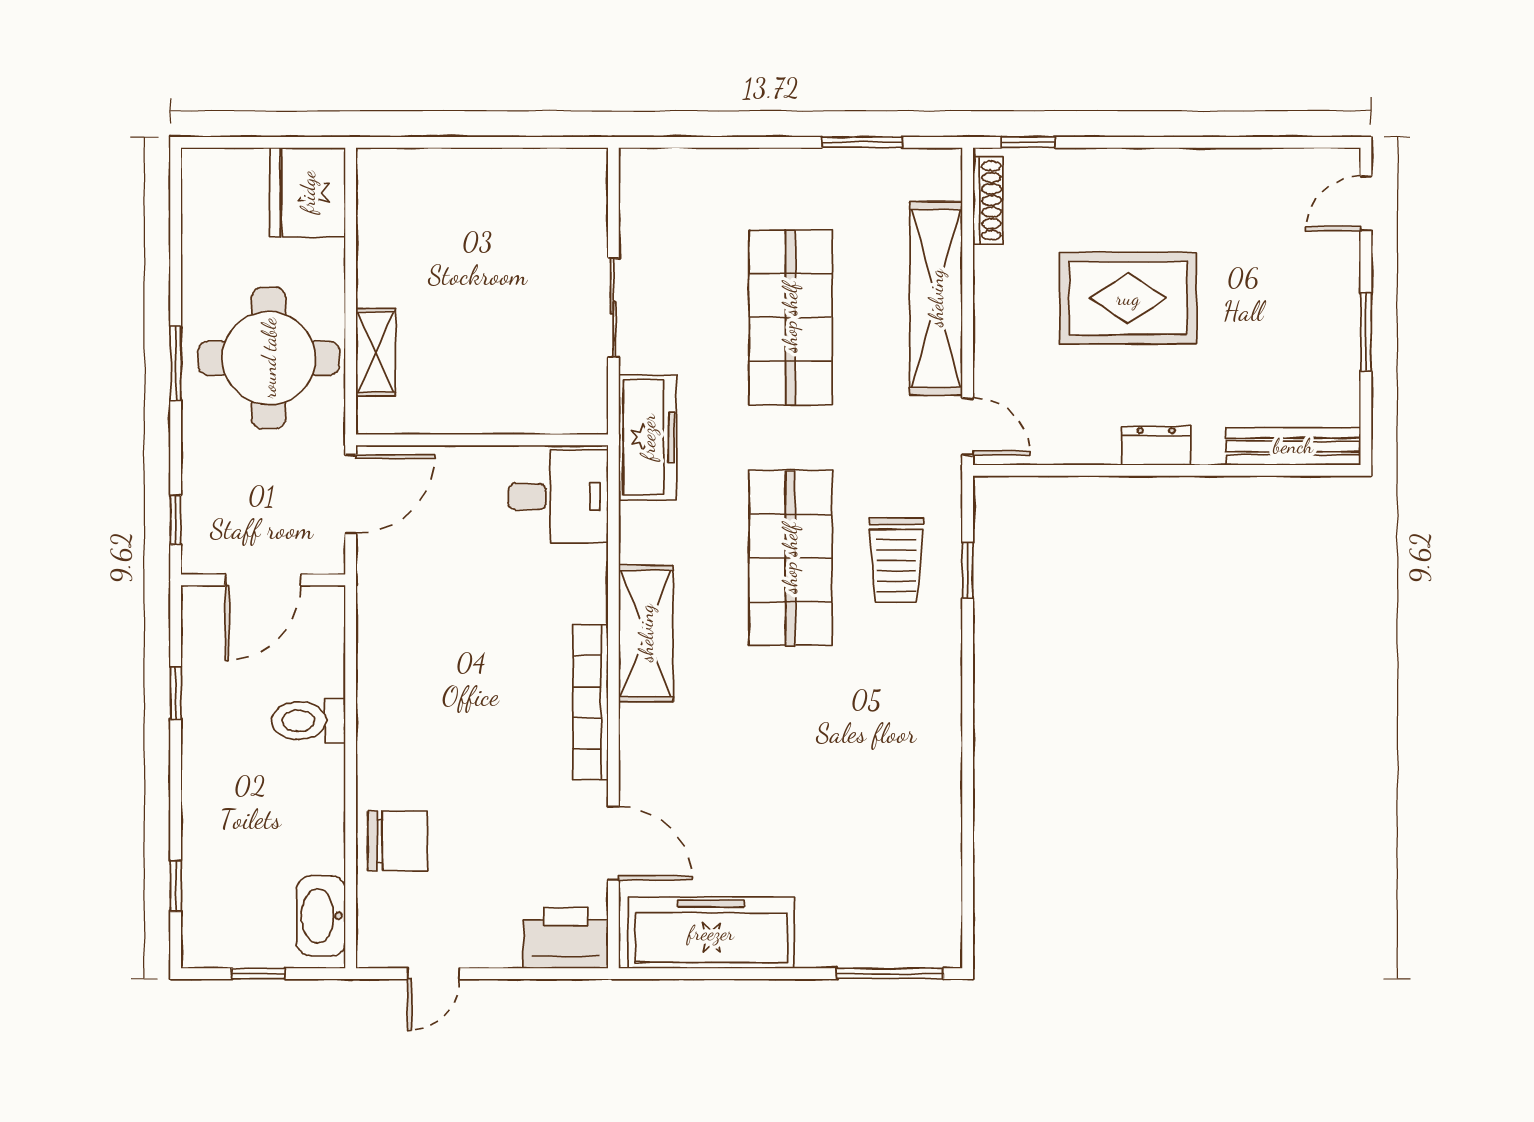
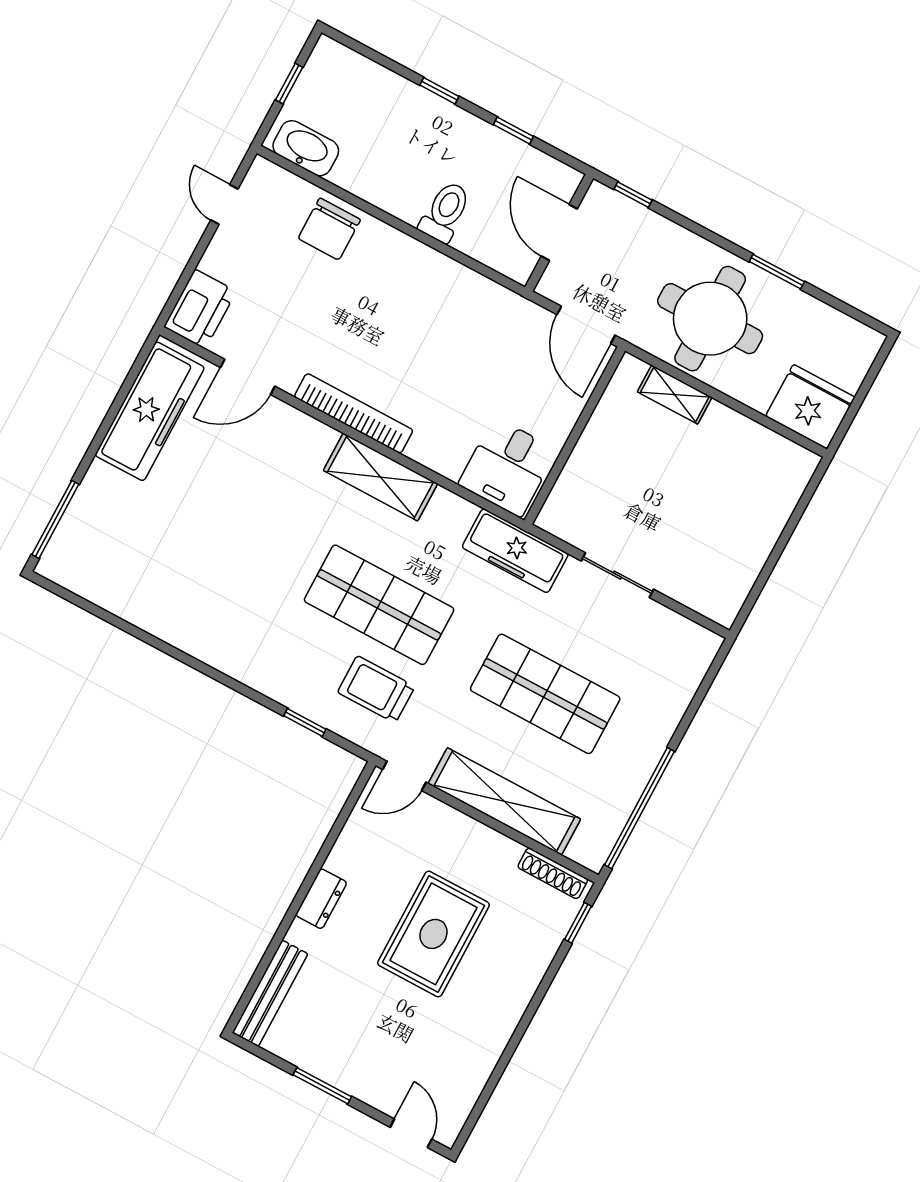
window: (862, 142) -> (639, 808), width x2.11
window: (176, 363) -> (777, 272), moved
trolley: (896, 560) -> (376, 689), moved
window: (176, 886) -> (439, 91), moved

